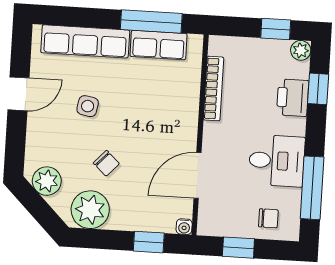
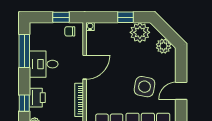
side table: (88, 106) -> (145, 87), width x1.87, depth x1.87
chair: (106, 163) -> (133, 57), removed
door: (198, 175) -> (85, 67), moved
chair: (268, 218) -> (70, 31), moved
window: (149, 242) -> (125, 17), moved

